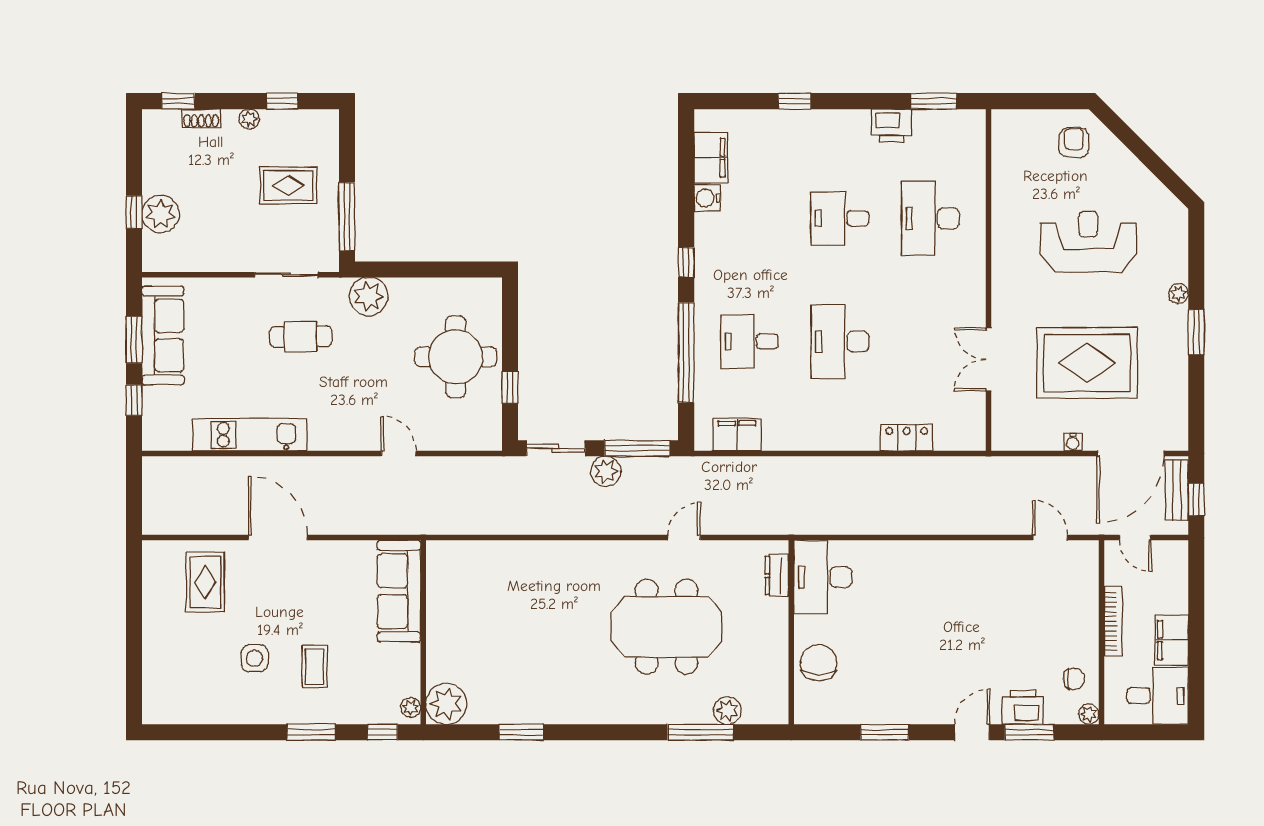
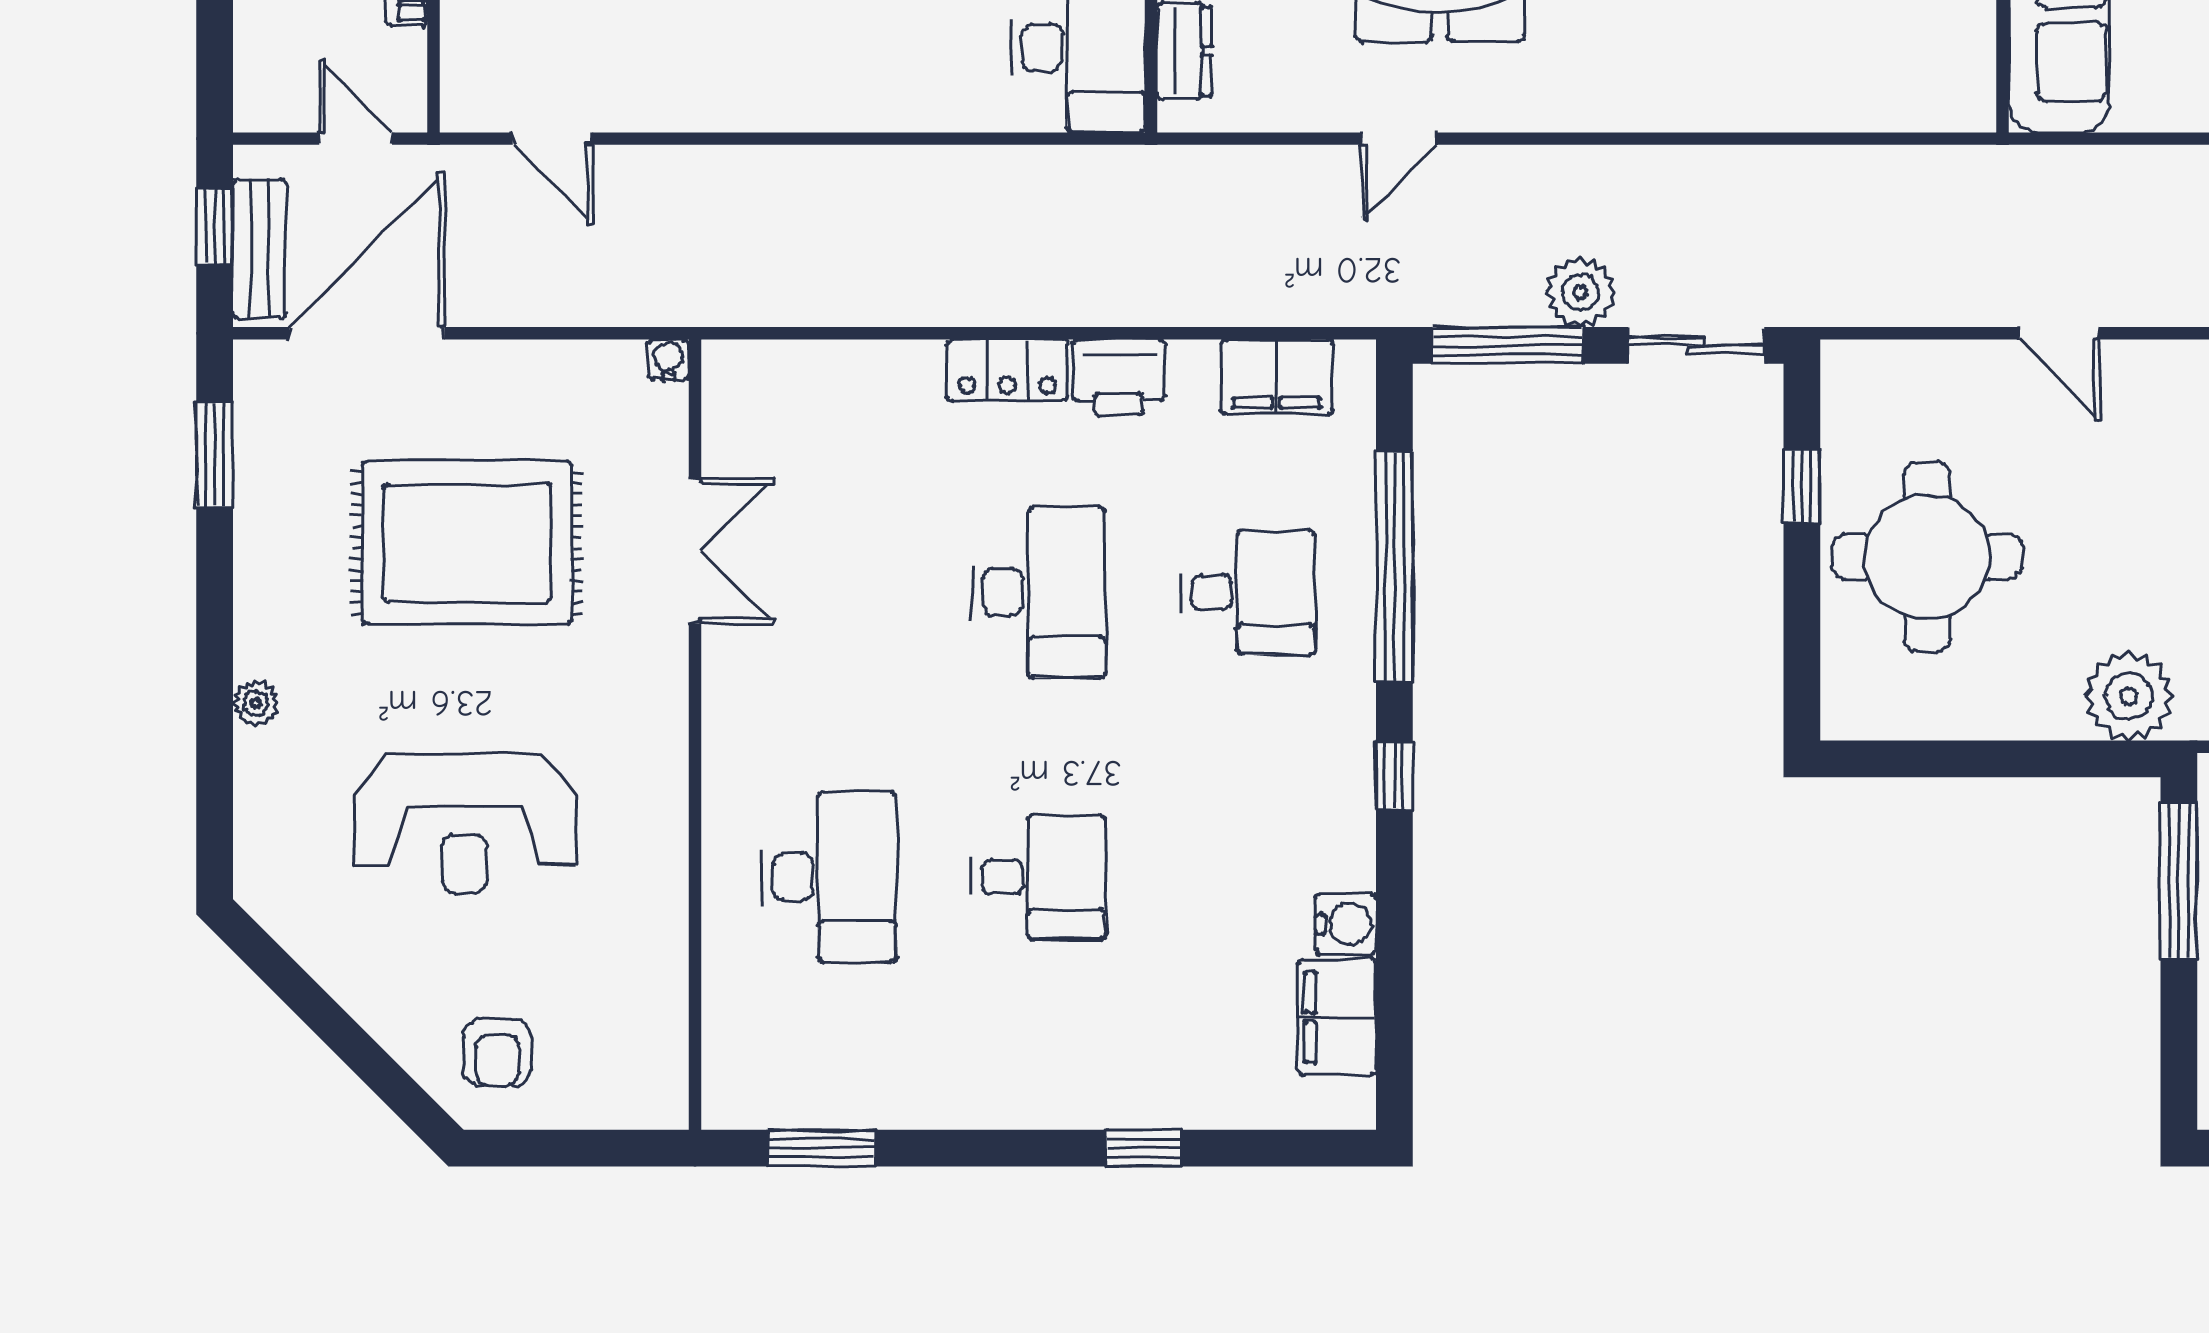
printer: (891, 125) -> (1119, 377), moved, turned 180
window: (1196, 332) -> (215, 454), moved
locker: (907, 438) -> (1007, 370), moved
water cooler: (1073, 442) -> (669, 360), moved

